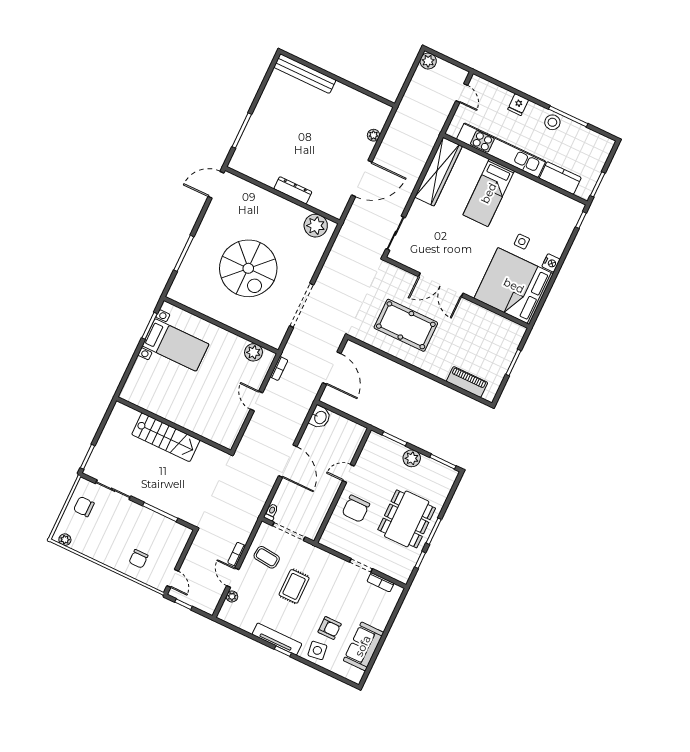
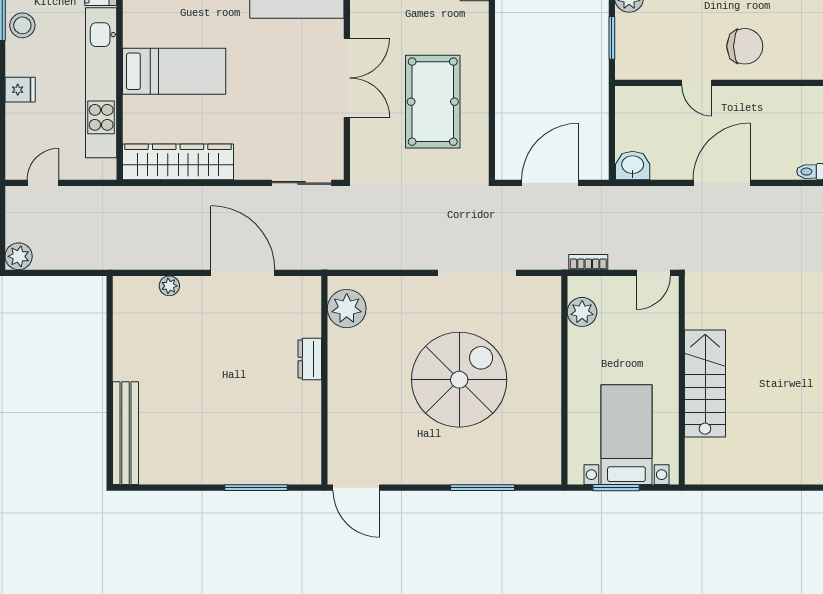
dresser: (293, 190) -> (310, 359), width x0.70
wall: (174, 426) -> (682, 380), moved
stairs: (166, 437) -> (705, 383), moved

